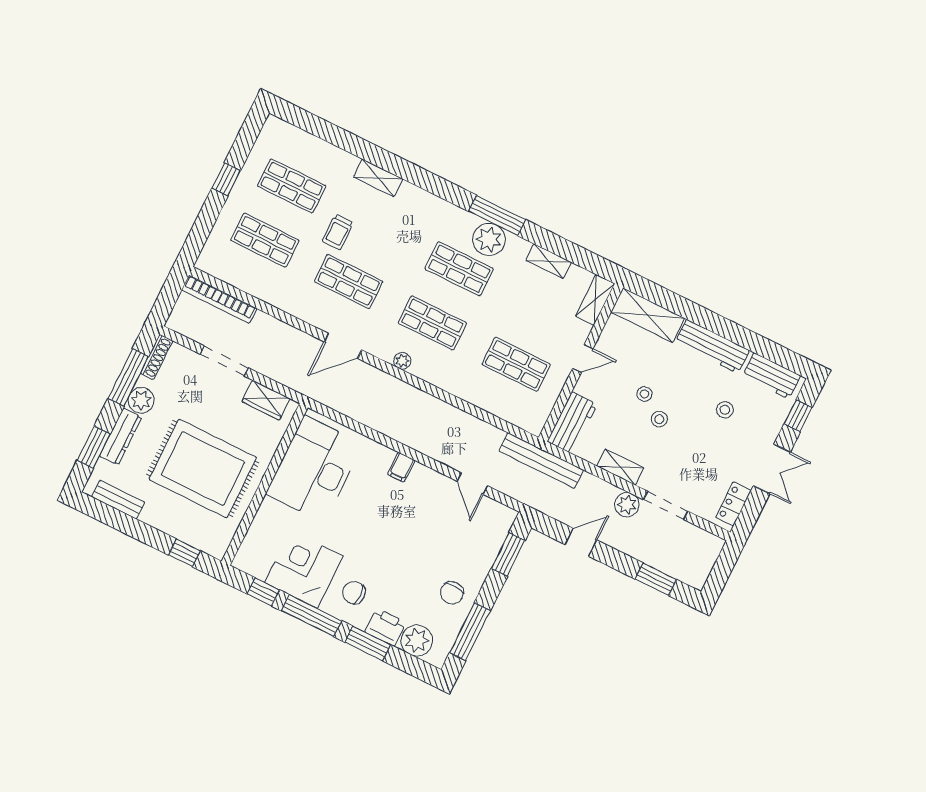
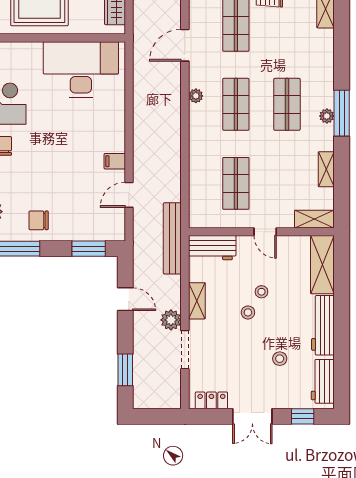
plant: (489, 239) -> (327, 116), width x0.53, depth x0.53
door: (343, 346) -> (185, 45), hinge flipped
filing cabinet: (401, 467) -> (115, 161), moved

